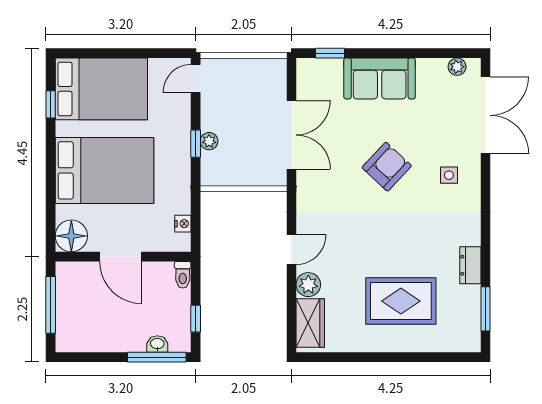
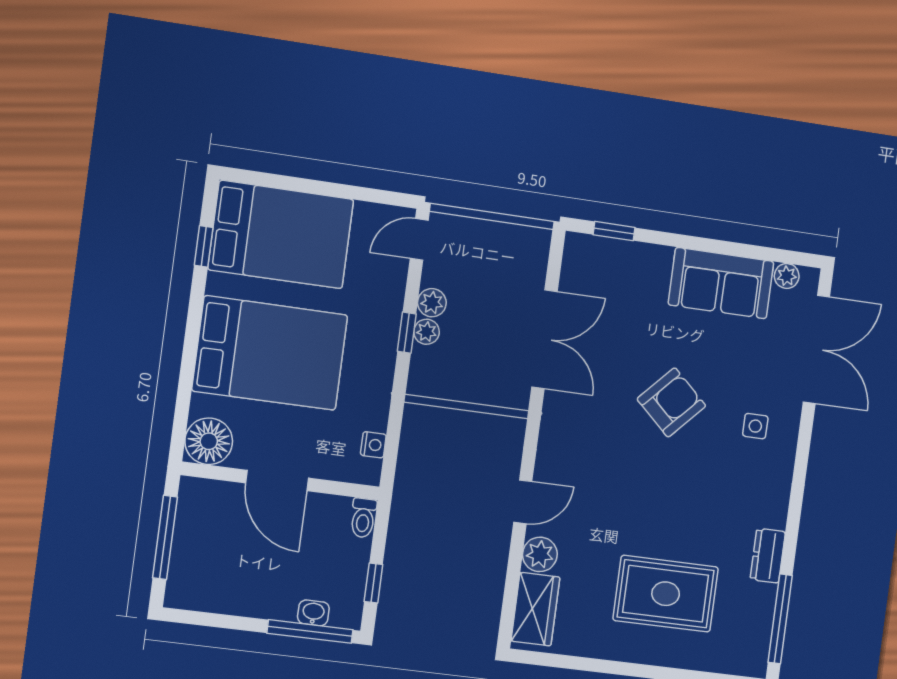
sofa: (380, 78) -> (721, 283), moved
plant: (210, 121) -> (432, 303), added
window: (486, 309) -> (780, 619), width x1.44

